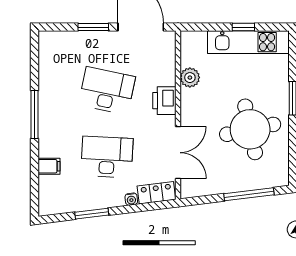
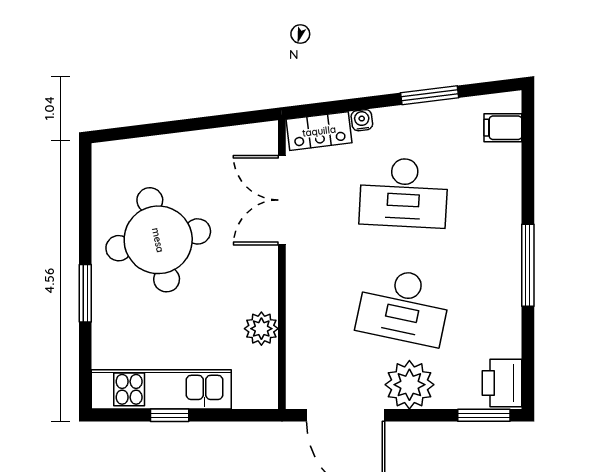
window: (93, 27) -> (484, 415), moved
plant: (104, 45) -> (409, 385), added
printer: (164, 101) -> (502, 383), moved, turned 180
filing cabinet: (49, 166) -> (503, 128), moved
window: (249, 194) -> (160, 129), removed

